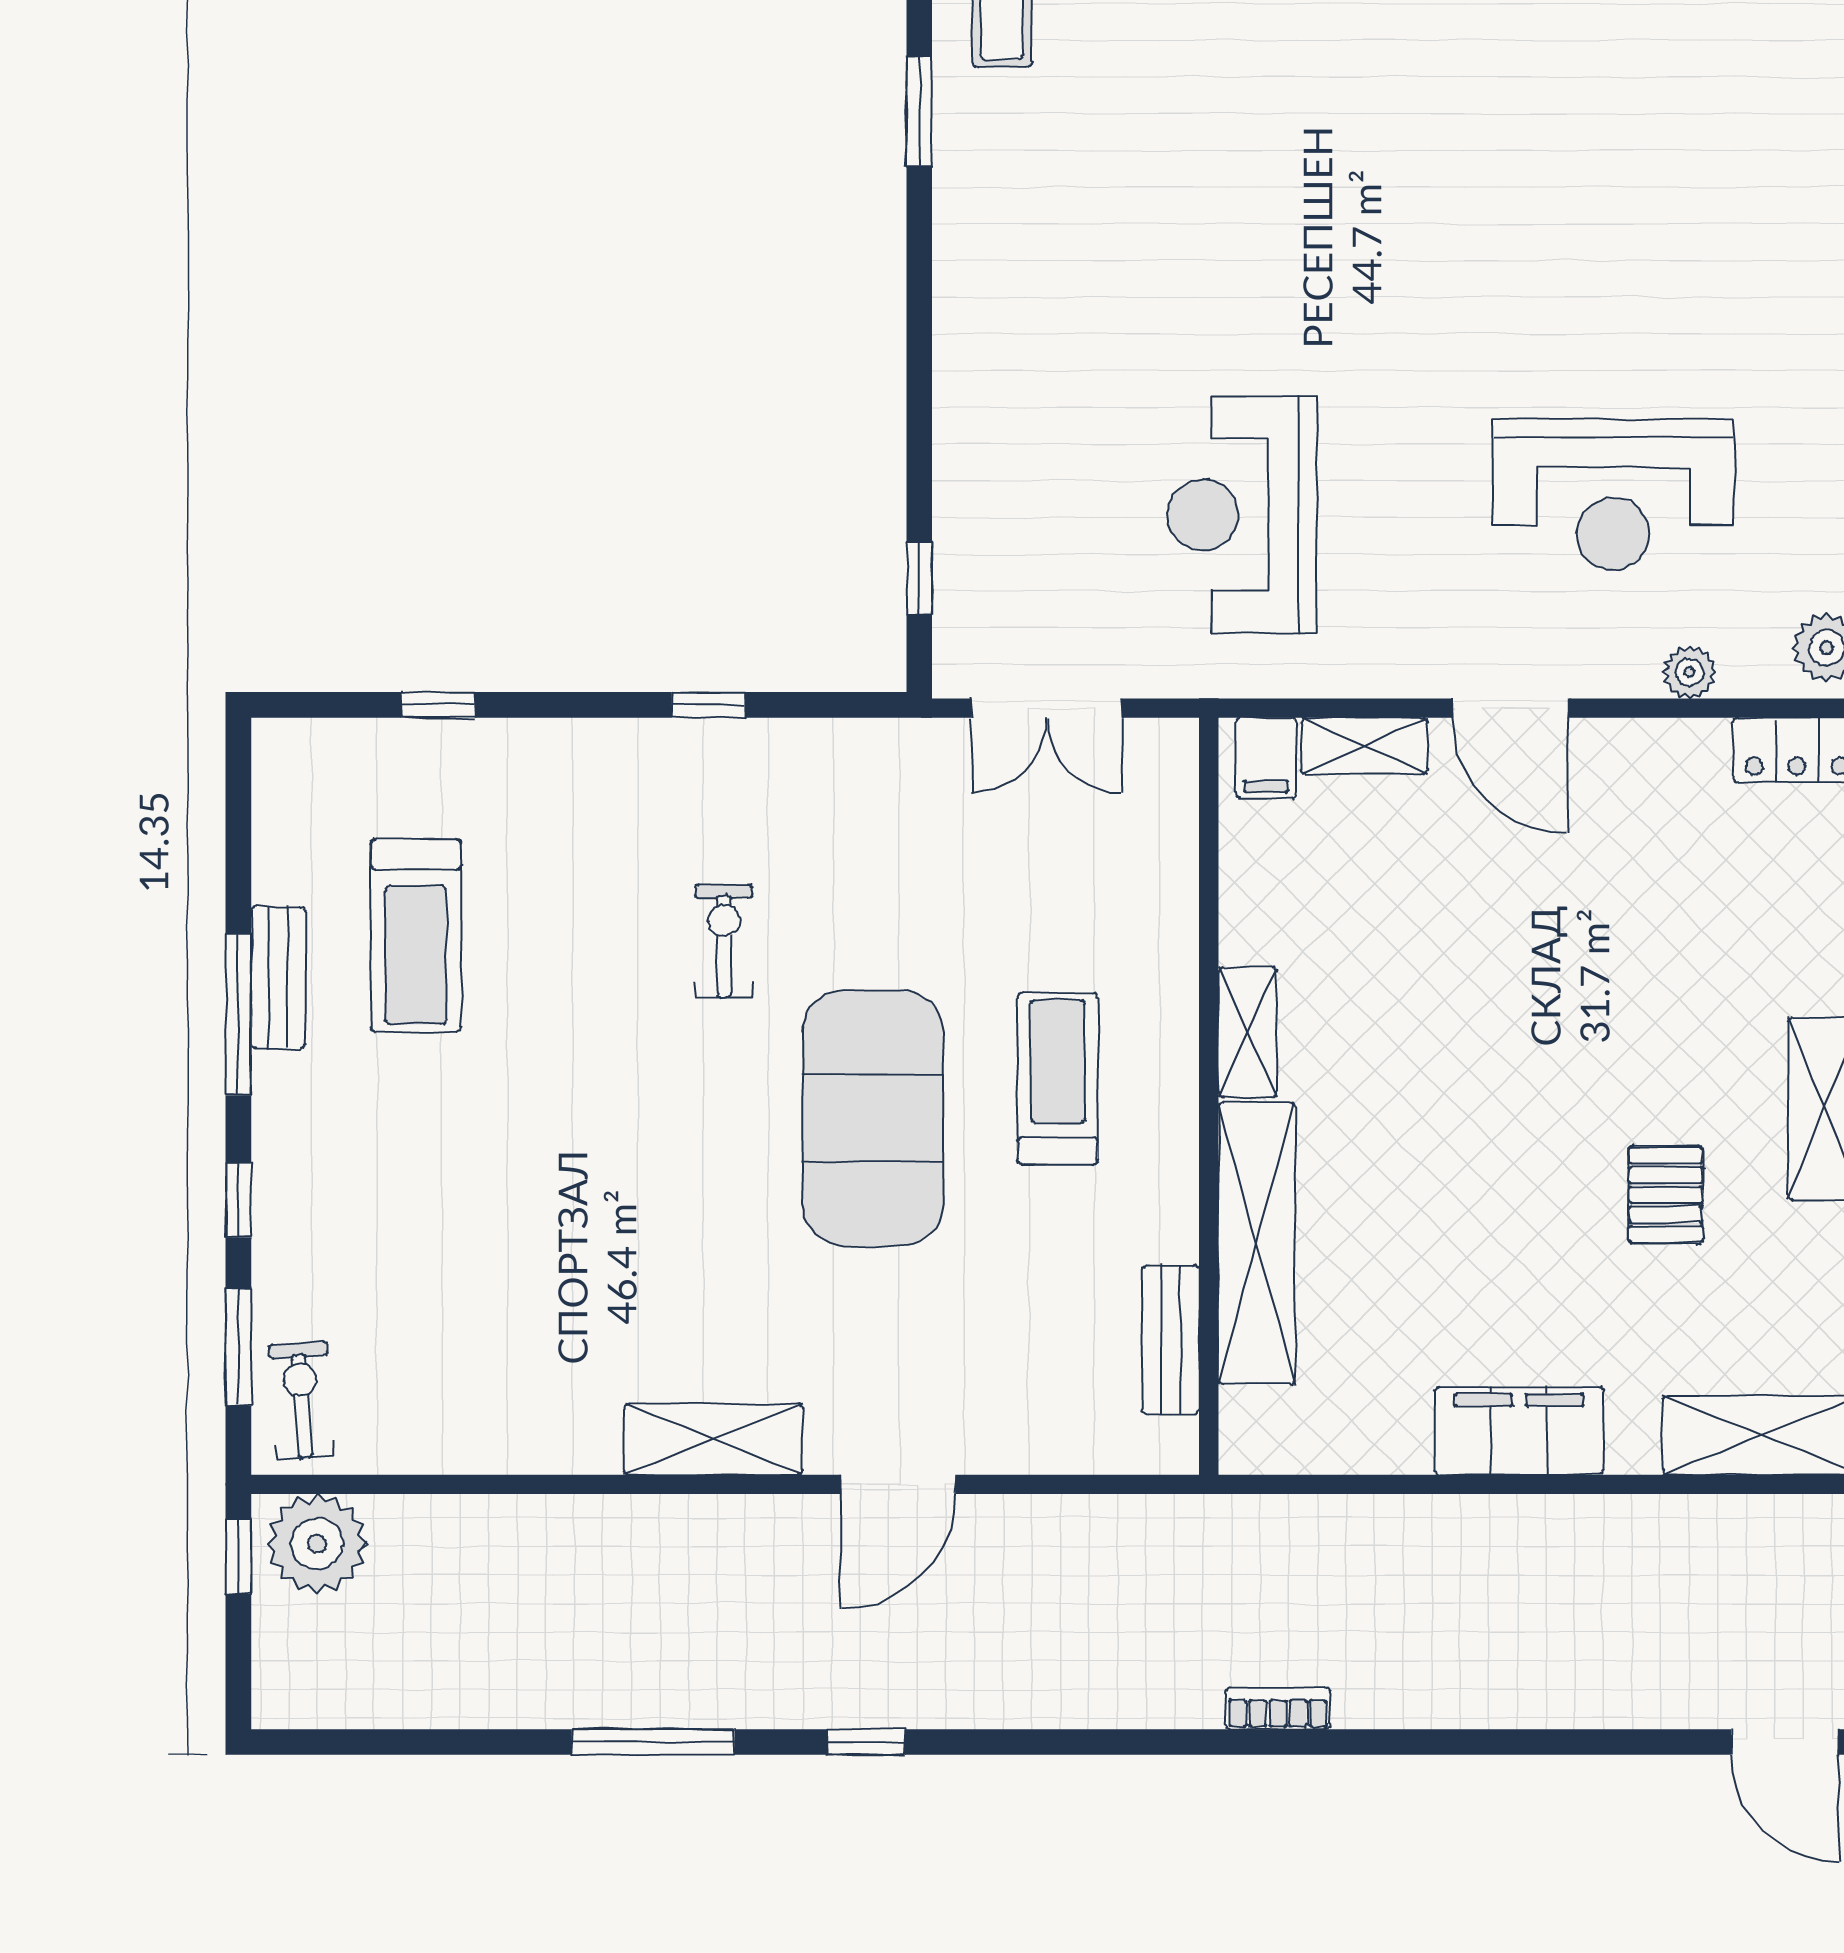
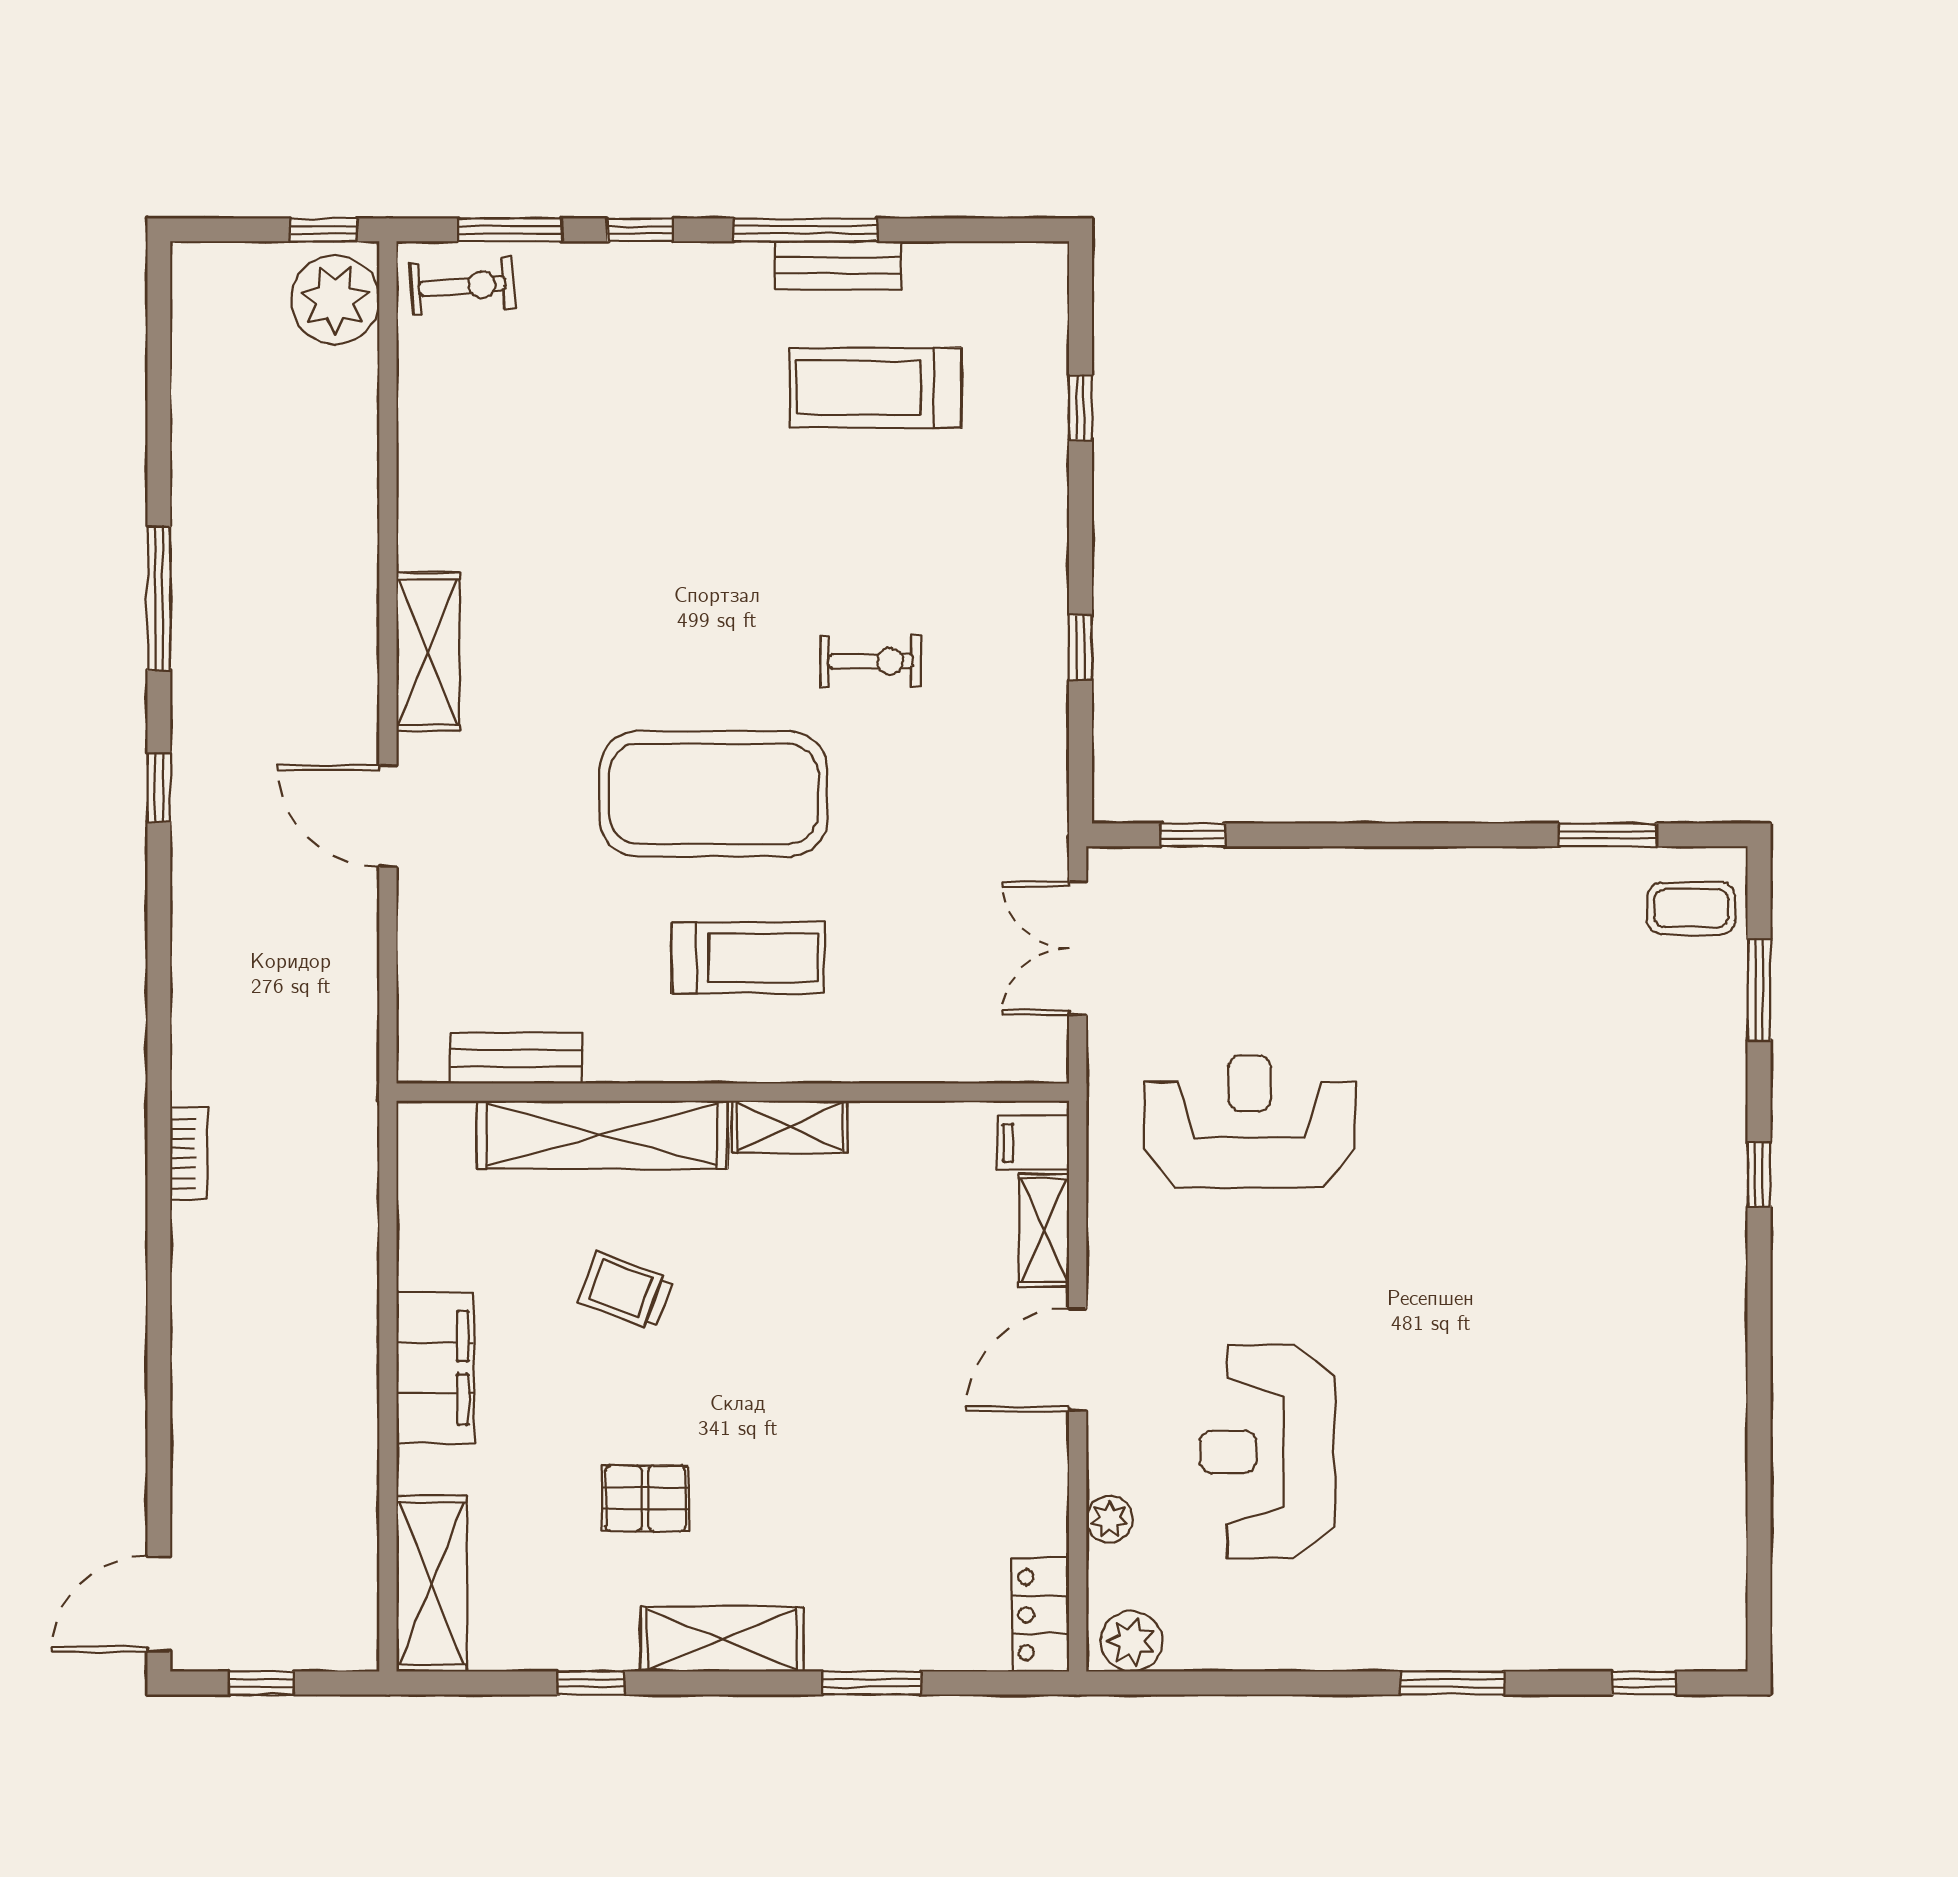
trolley: (1432, 1216) -> (626, 1291), added

